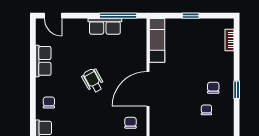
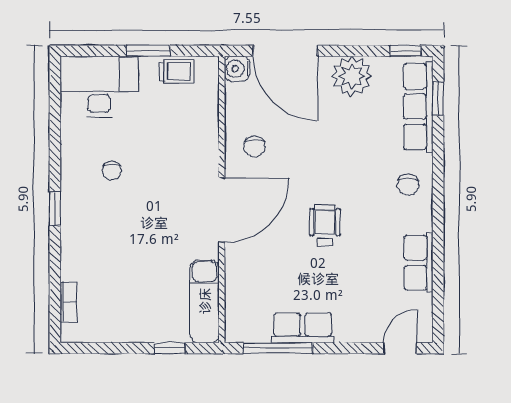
door: (53, 16) -> (400, 348), hinge flipped
window: (191, 16) -> (170, 348), moved
wheelchair: (93, 81) -> (325, 226), turned -151
chair: (213, 88) -> (99, 212), removed

